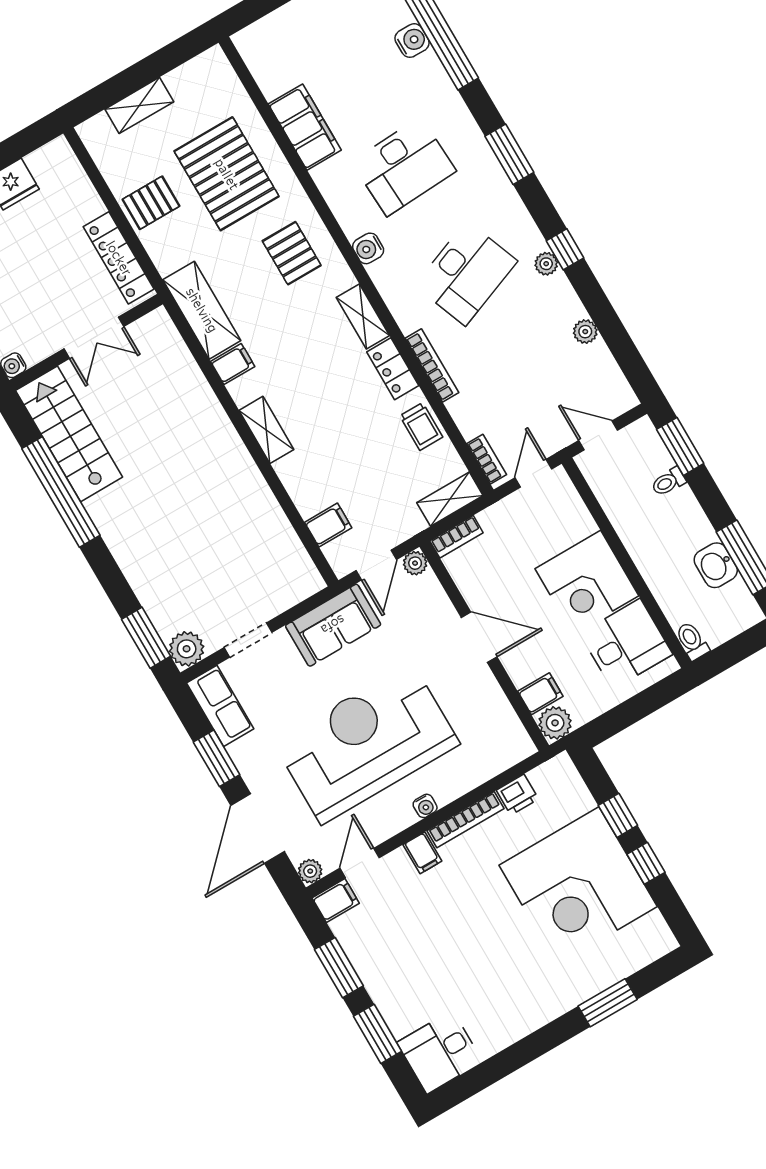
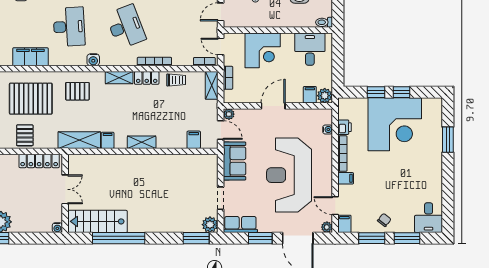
bookcase: (456, 537) -> (228, 78), moved
corner desk: (587, 582) -> (263, 50), moved
water cooler: (425, 806) -> (328, 129), moved
chair: (387, 971) -> (384, 220), added

